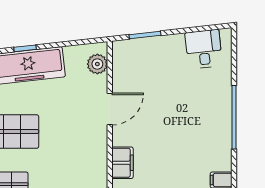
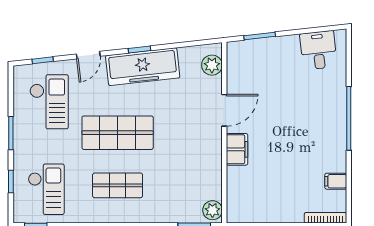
filing cabinet: (122, 163) -> (237, 149), moved

